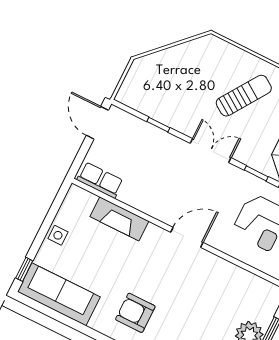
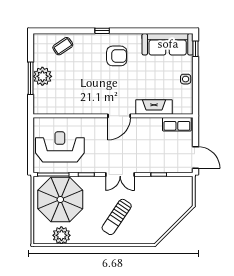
door: (187, 237) -> (119, 116), moved

